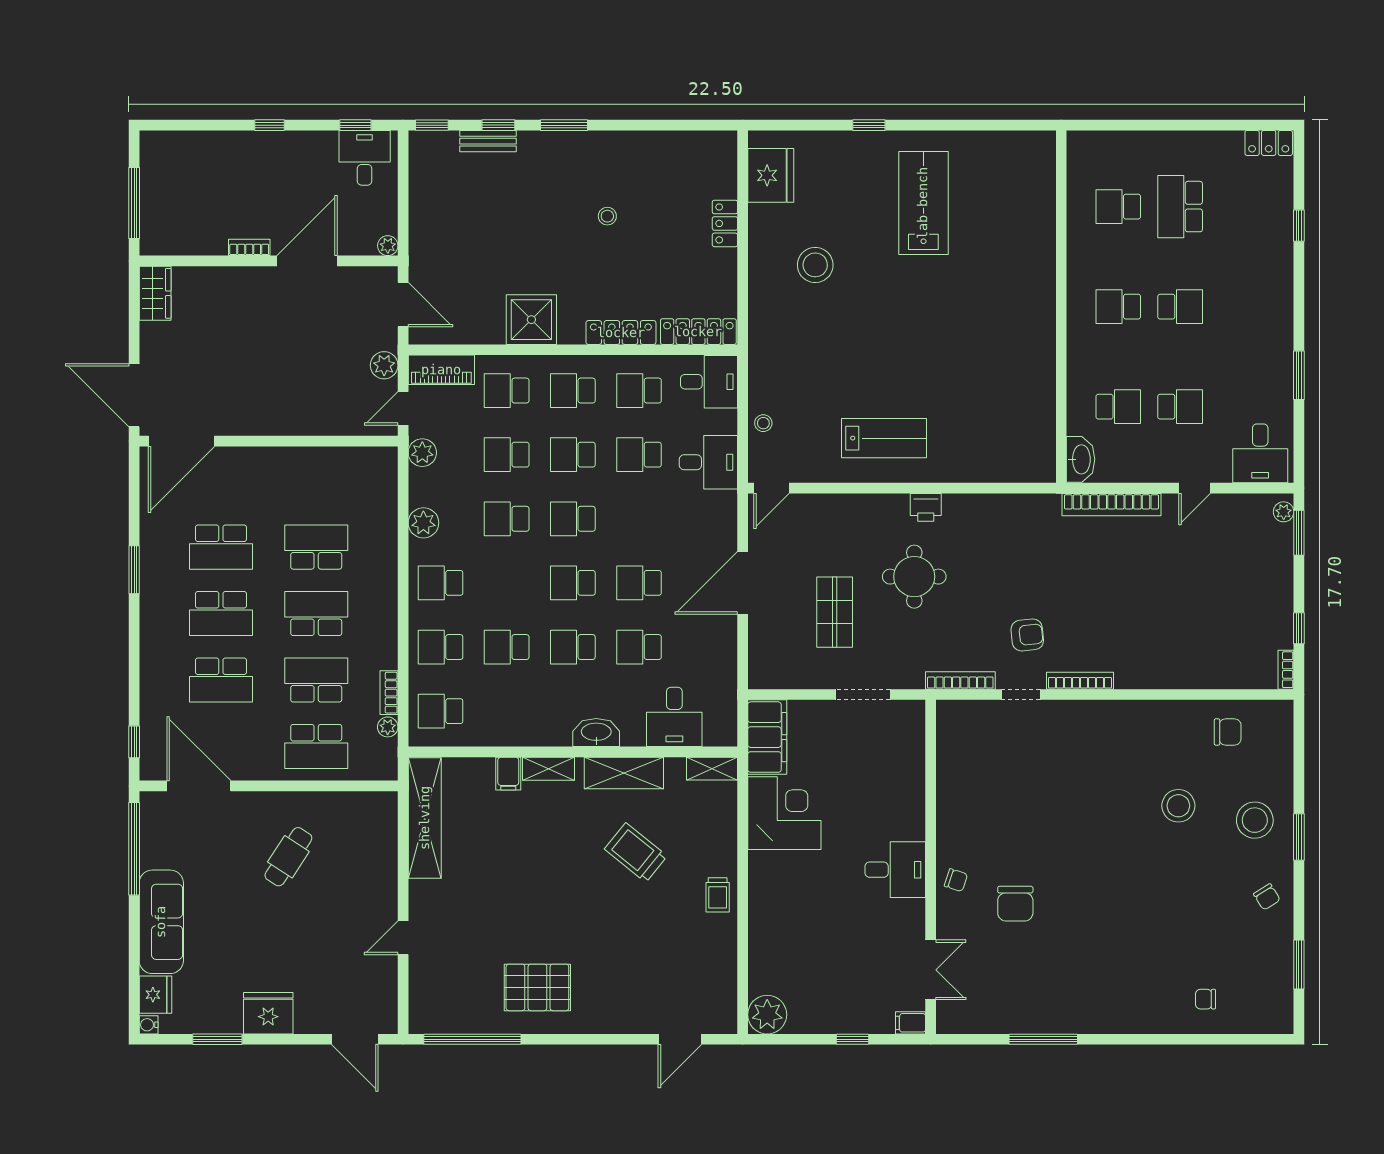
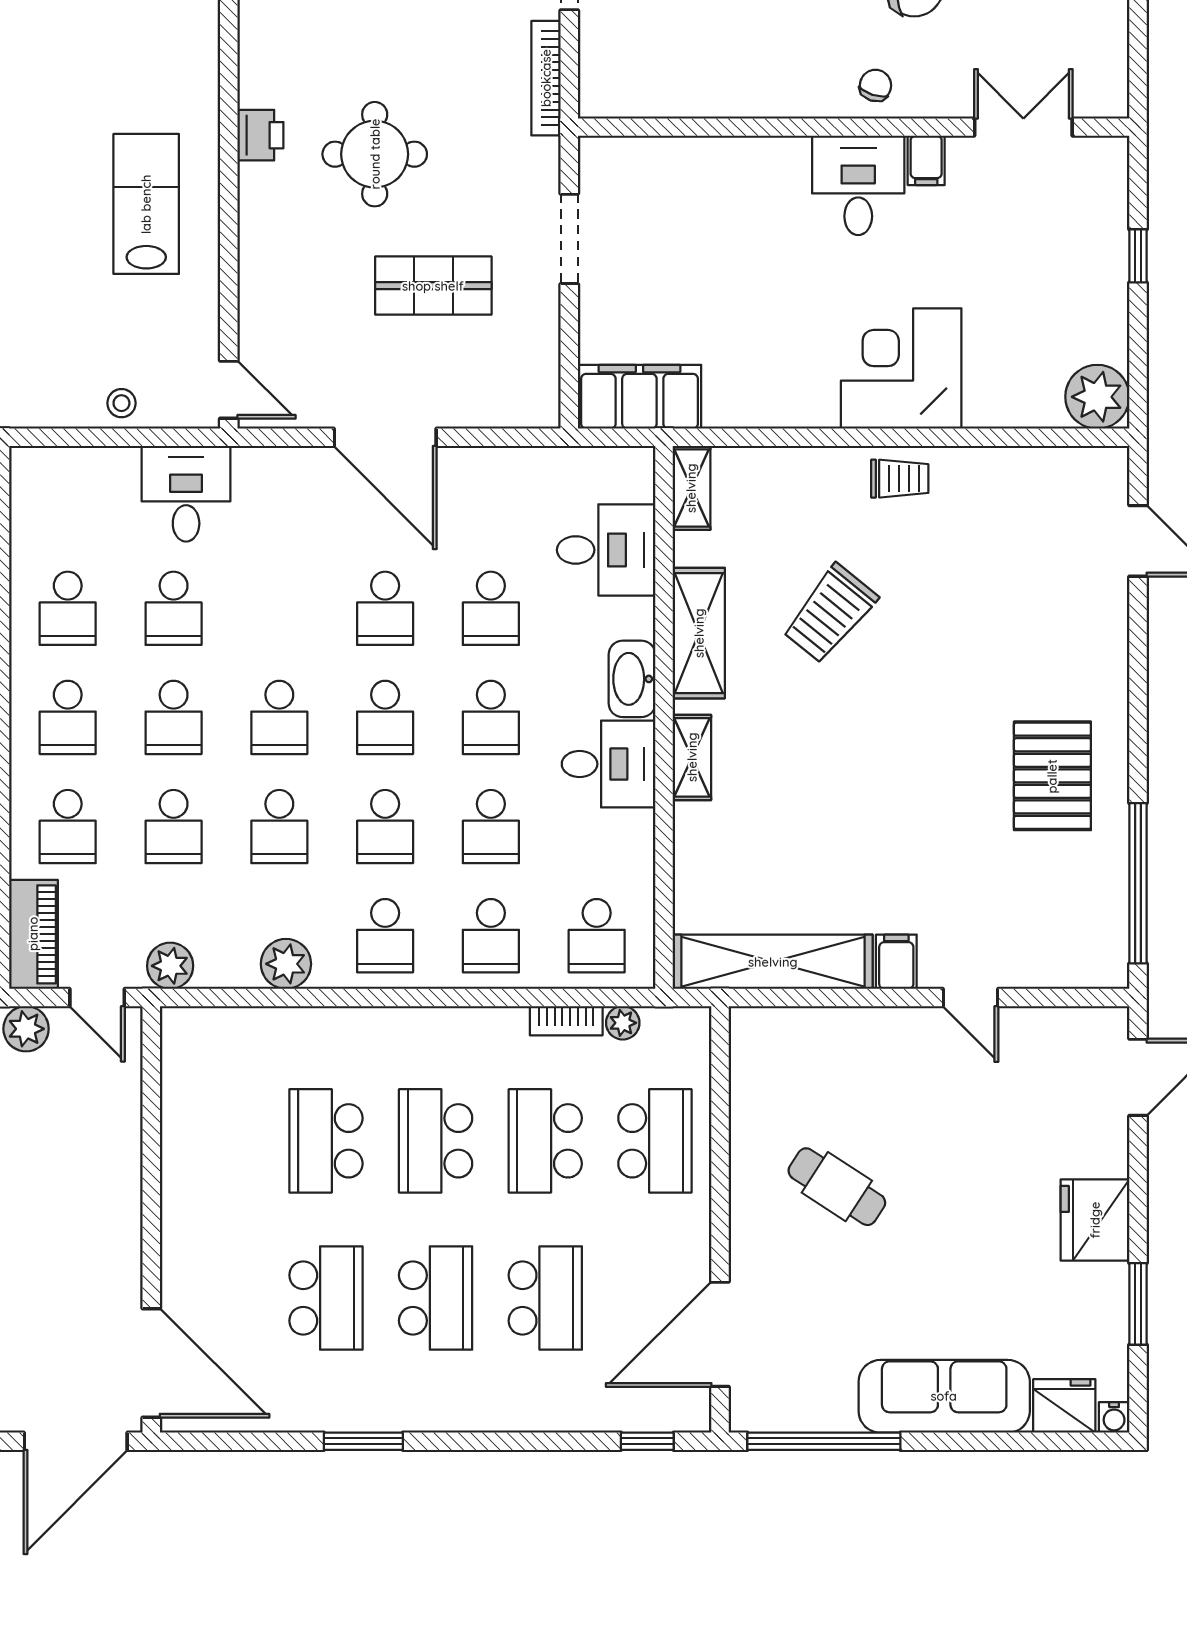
desk: (709, 382) -> (609, 764), moved, turned 90
school desk: (507, 583) -> (385, 827), added
filing cabinet: (508, 774) -> (896, 962), moved, turned -90
corner desk: (784, 813) -> (901, 369), moved
filing cabinet: (910, 1023) -> (926, 160), moved

